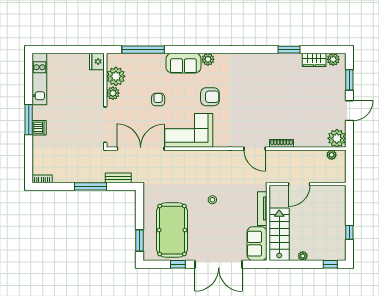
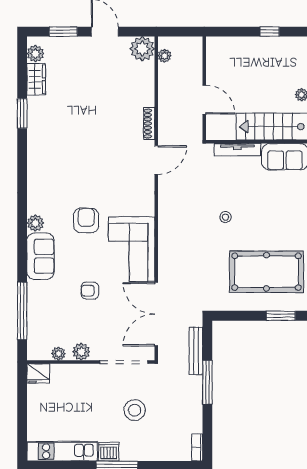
plant: (116, 76) -> (58, 354), width x0.53, depth x0.53
dishwasher: (39, 128) -> (109, 452), moved
stool: (70, 133) -> (135, 410), added
bench: (118, 178) -> (196, 351), width x1.36

